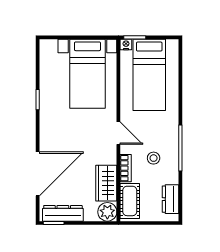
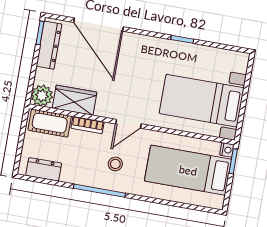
stool: (154, 158) -> (115, 164), moved

